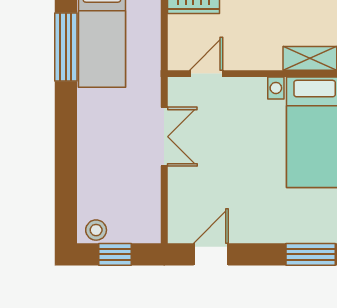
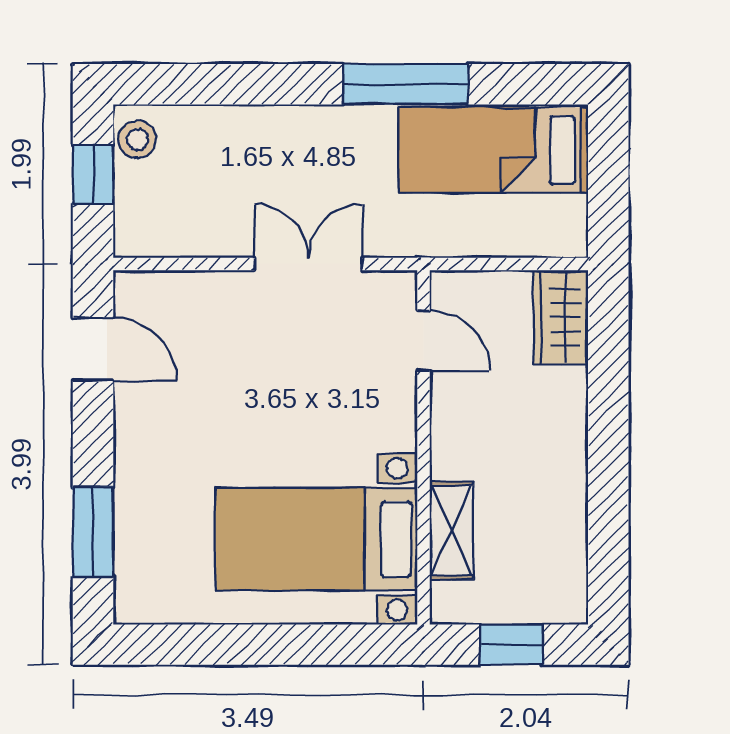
window: (66, 47) -> (406, 84), moved
double door: (164, 137) -> (308, 264), swing flipped

